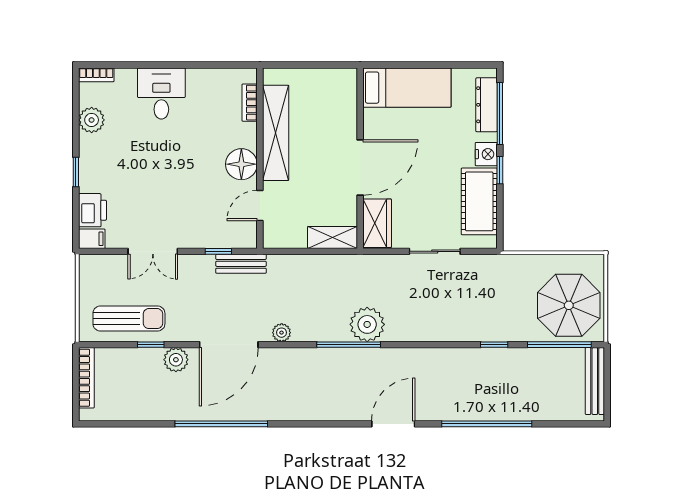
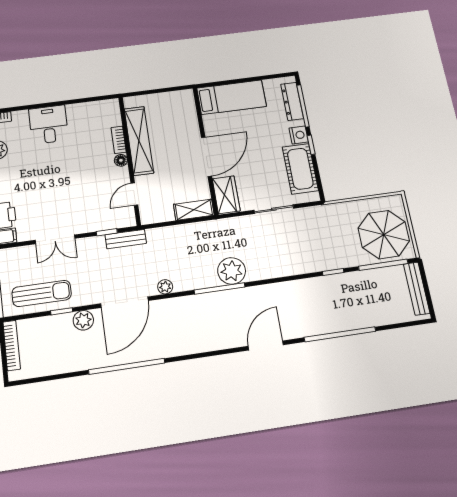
bookcase: (250, 103) -> (119, 140), moved
floor lamp: (241, 164) -> (121, 160), width x0.53, depth x0.53

